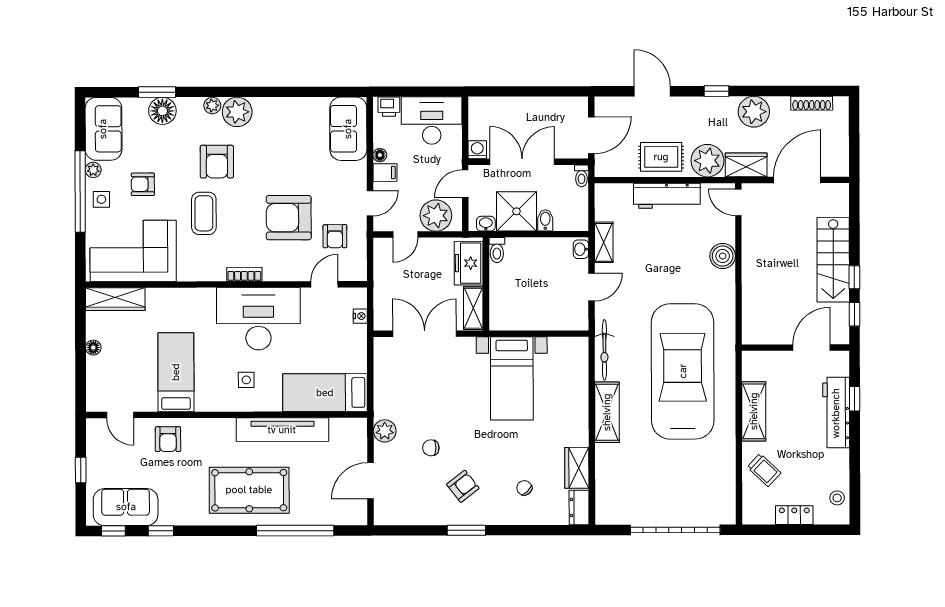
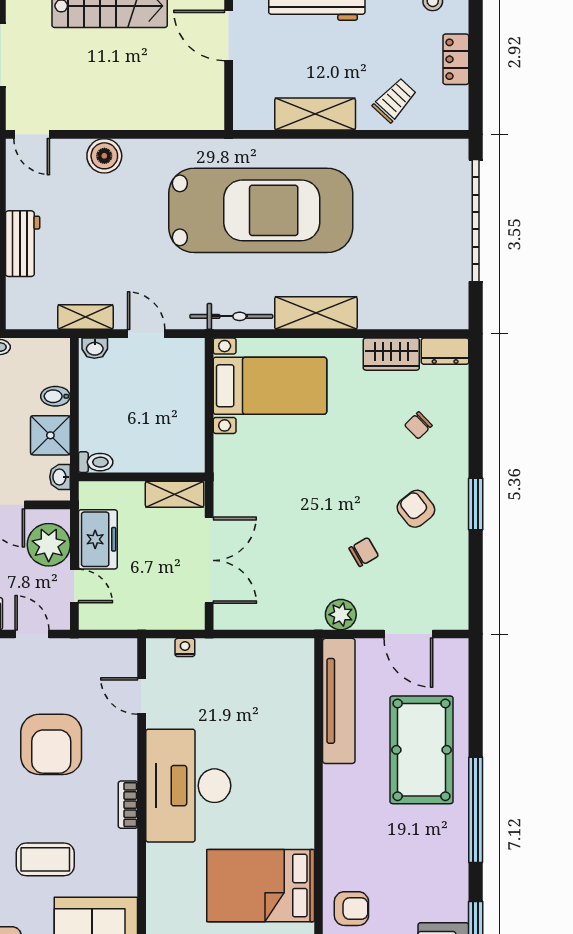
workbench: (667, 196) -> (23, 244), width x0.73
door: (738, 202) -> (32, 134), hinge flipped
shower: (516, 211) -> (50, 435), width x0.73, depth x0.73
armchair: (335, 236) -> (77, 682), removed
freezer: (469, 263) -> (98, 539), moved, turned -90
double door: (425, 334) -> (209, 560), swing flipped
car: (683, 371) -> (261, 210), turned 180
bed: (176, 372) -> (261, 886), width x1.50
bed with nightstands: (512, 378) -> (270, 386), moved
side table: (246, 380) -> (271, 802), removed
bed: (325, 393) -> (289, 695), removed
tv unit: (282, 430) -> (339, 701), moved
chair: (431, 448) -> (364, 552), turned -120
pool table: (249, 490) -> (421, 750), moved
window: (295, 531) -> (476, 810), moved

